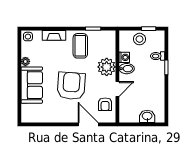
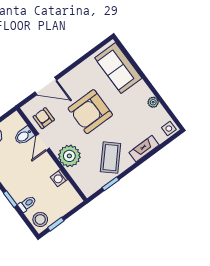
stool: (140, 39) -> (40, 219), moved
coffee table: (80, 46) -> (111, 158), turned 42
bidet: (127, 69) -> (24, 136), moved
sofa: (32, 85) -> (118, 68), moved
armchair: (71, 86) -> (90, 112), turned 86

